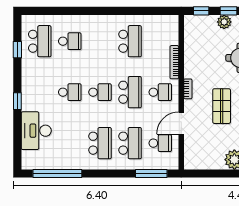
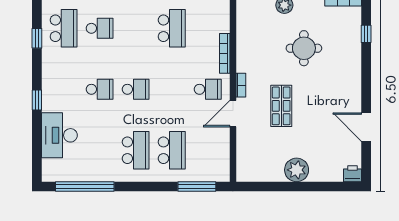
school desk: (130, 92) -> (172, 89), removed
door: (181, 123) -> (233, 114), moved
school desk: (160, 143) -> (208, 150), removed

